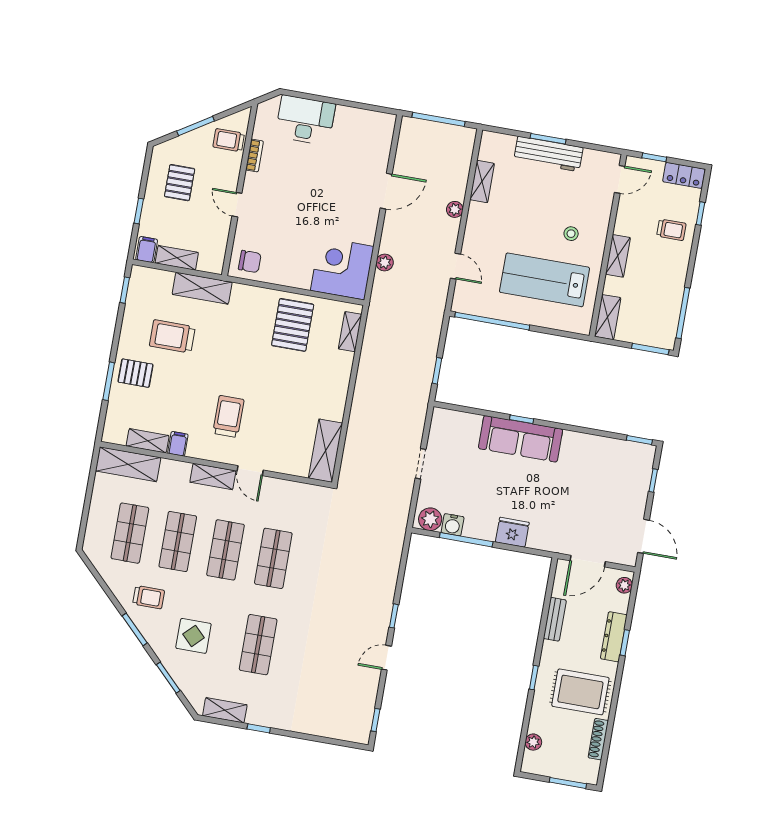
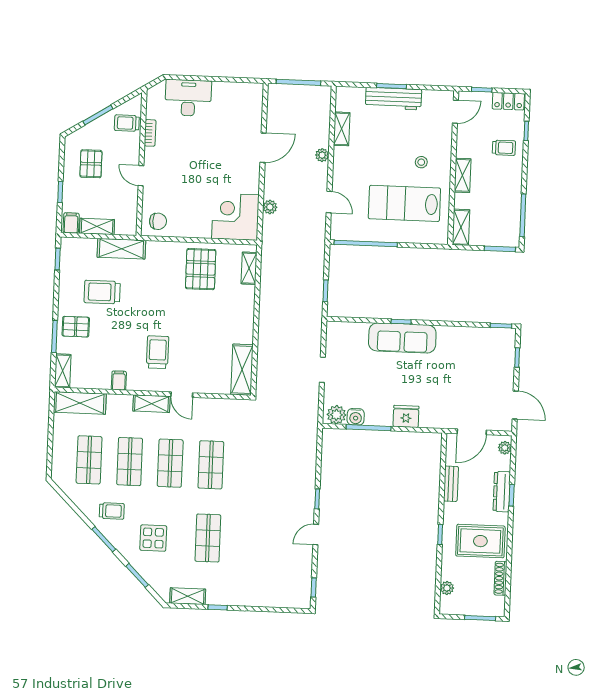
shelving: (148, 441) -> (63, 371), moved, turned 90

